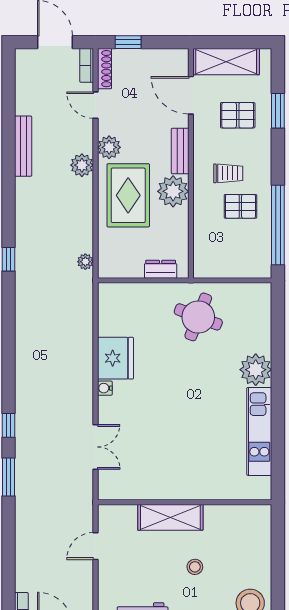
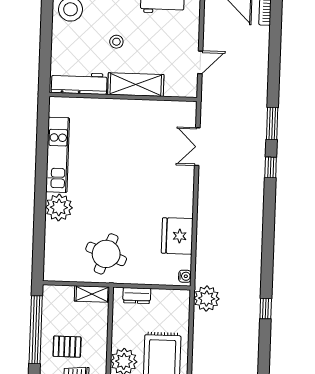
plant: (85, 262) -> (207, 299), width x1.88, depth x1.88
shelving: (213, 269) -> (92, 294), added
fridge: (115, 358) -> (177, 236), moved
water cooler: (105, 388) -> (185, 276), moved
workbench: (237, 516) -> (79, 83), added

